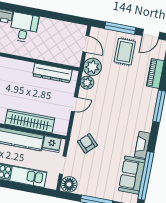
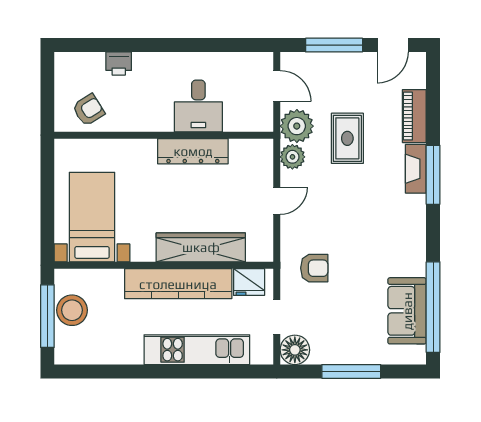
desk: (24, 28) -> (198, 106), moved, turned 180
rug: (125, 52) -> (347, 138), moved
dresser: (52, 73) -> (193, 151), moved
armchair: (87, 143) -> (314, 268), turned 134
fireplace: (142, 145) -> (416, 169), moved

